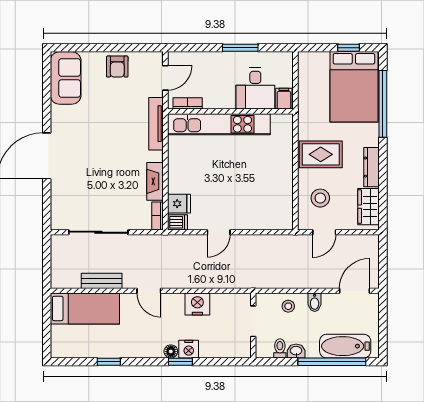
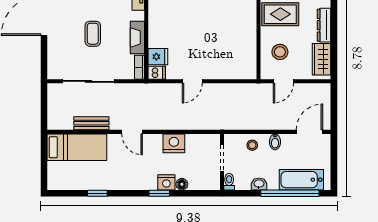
coffee table: (103, 177) -> (93, 34), added
toilet: (280, 348) -> (229, 182), moved
floor lamp: (171, 351) -> (182, 184), moved

